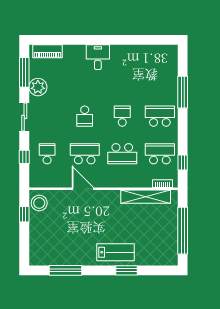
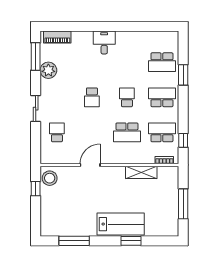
window: (183, 92) -> (183, 75), width x0.69
sliding door: (24, 117) -> (36, 109), moved
school desk: (85, 154) -> (162, 62), moved, turned 180
window: (24, 157) -> (36, 135), removed
door: (83, 189) -> (90, 165), hinge flipped
shelving: (146, 197) -> (141, 172), width x0.68
window: (183, 231) -> (183, 204), width x0.68
lab bench: (116, 252) -> (121, 224), width x1.36, depth x1.39

